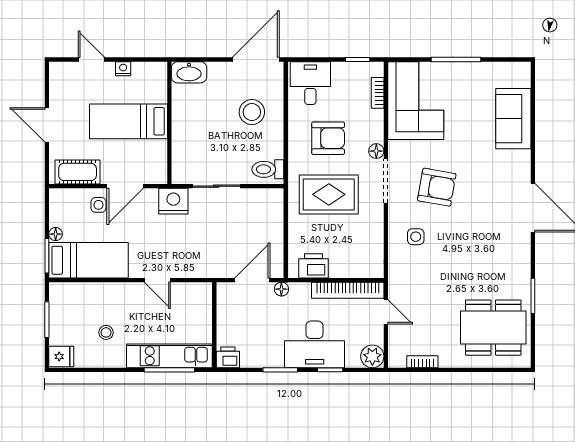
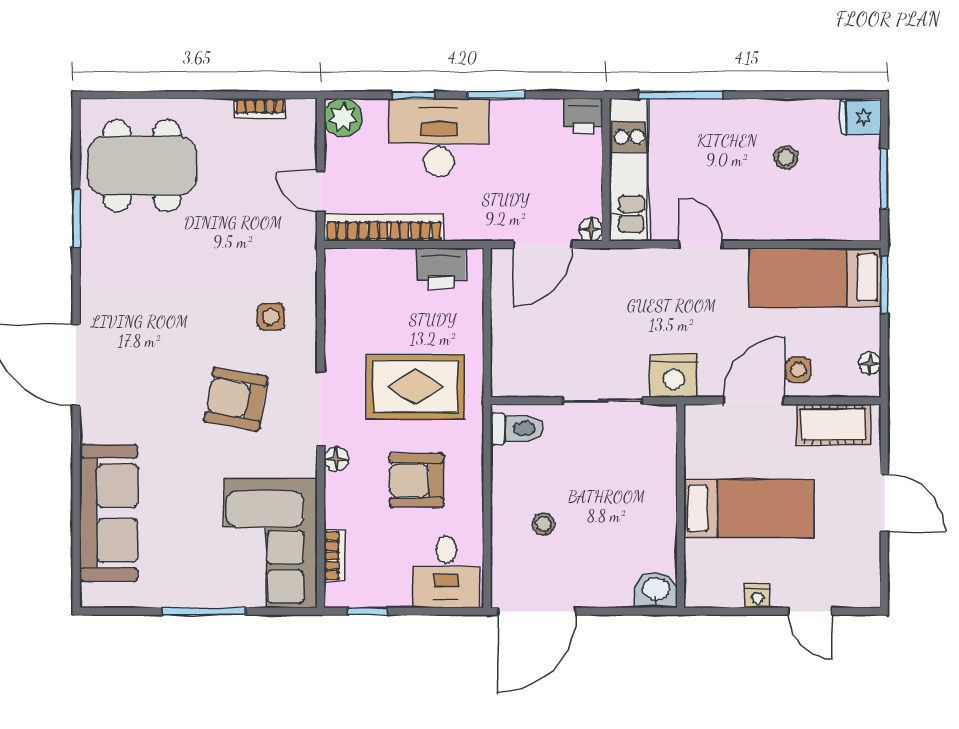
washbasin: (189, 72) -> (656, 590), width x0.72
stool: (252, 112) -> (543, 524), width x0.53, depth x0.53
sofa: (513, 119) -> (109, 513), width x1.36
floor lamp: (56, 234) -> (870, 363), moved
floor lamp: (281, 289) -> (591, 229), moved
kitchen unit: (169, 356) -> (629, 170), moved, turned -90

